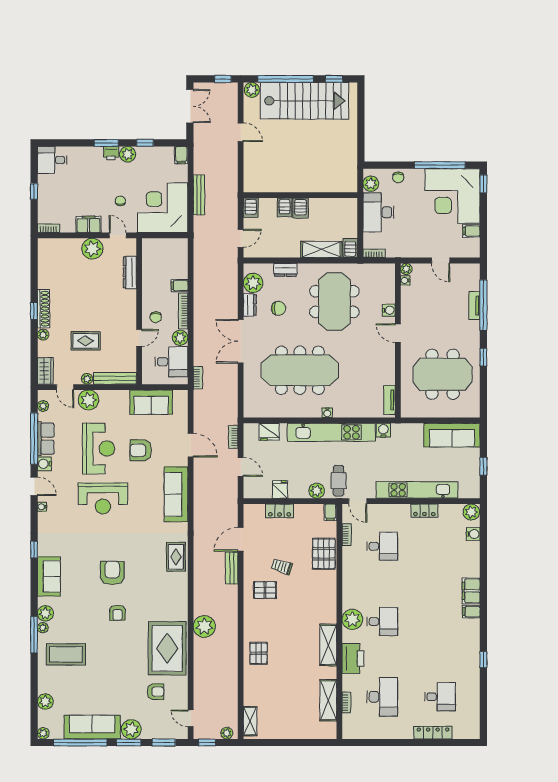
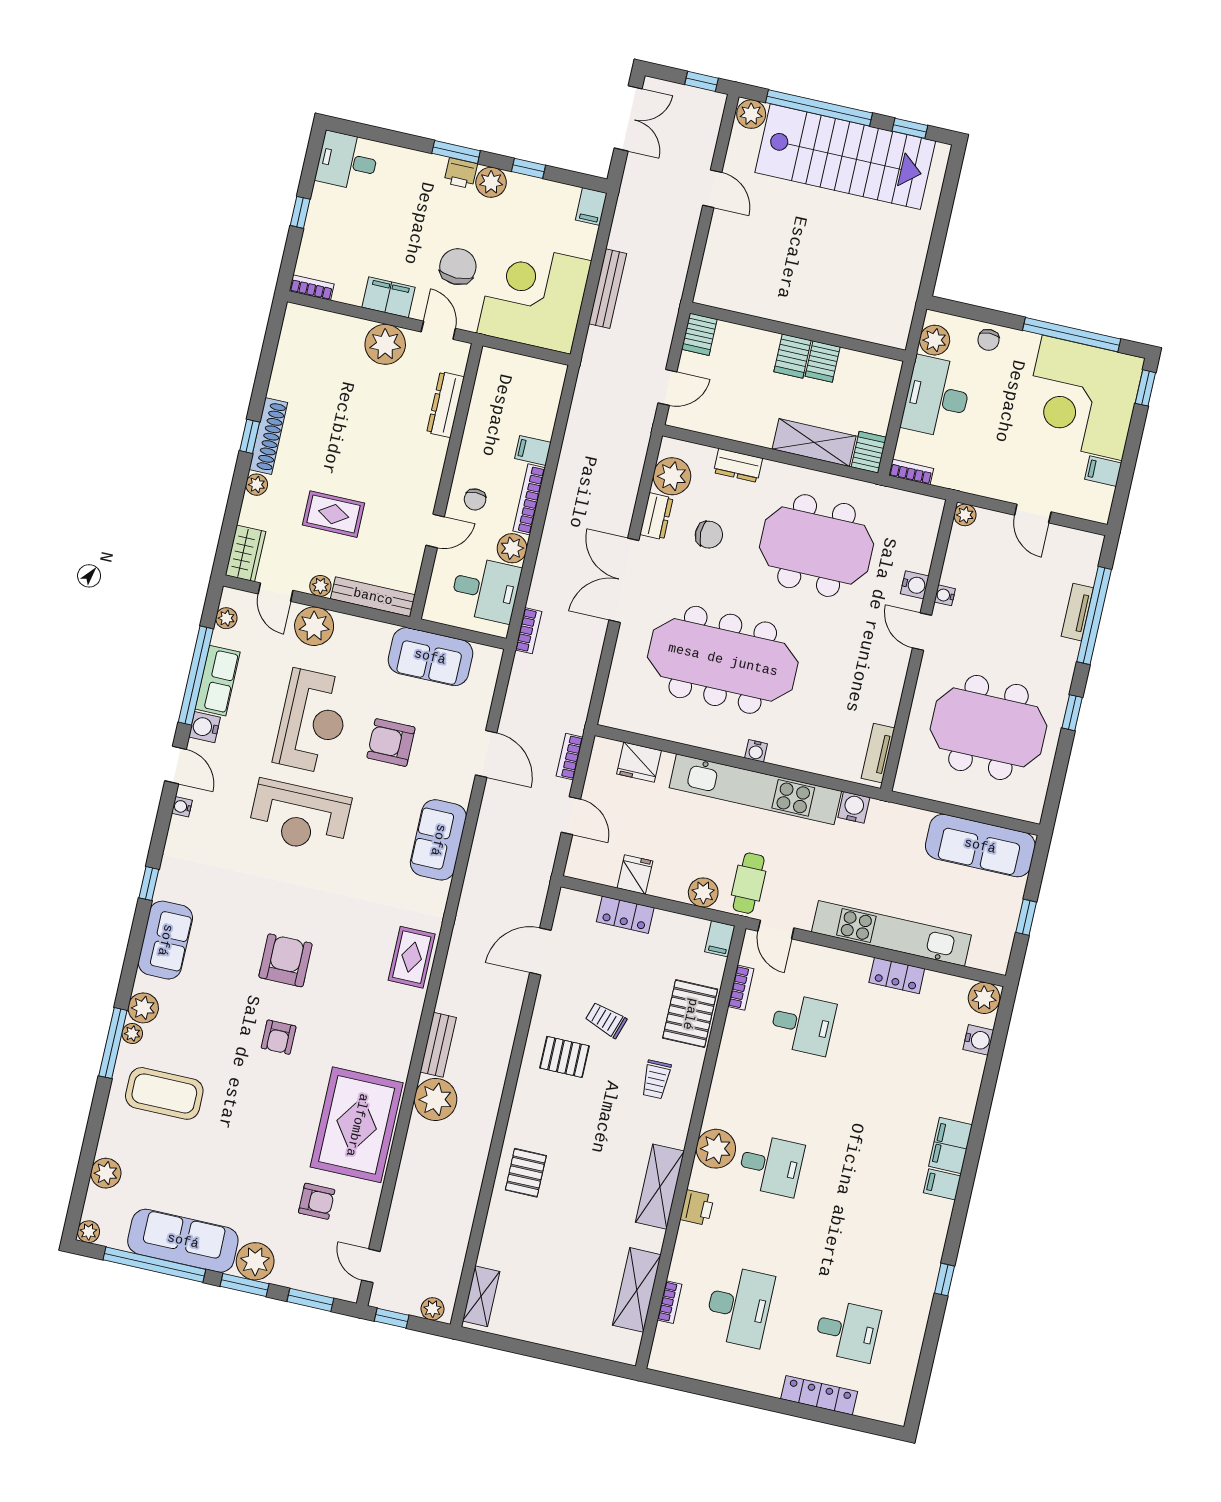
chair: (120, 201) -> (458, 267), width x1.87, depth x1.87
server rack: (285, 207) -> (823, 362), moved
water cooler: (405, 280) -> (945, 595), moved
meeting table: (334, 302) -> (817, 546), turned 90
sofa: (176, 494) -> (438, 840), width x0.73
bench: (232, 568) -> (438, 1045), moved
trolley: (314, 591) -> (656, 1079), added
printer: (353, 659) -> (697, 1208), width x0.53, depth x0.68

